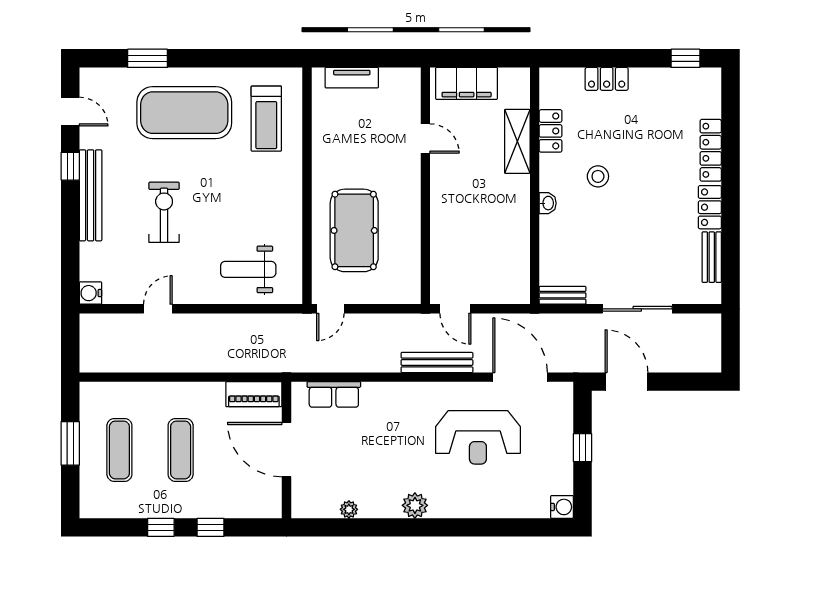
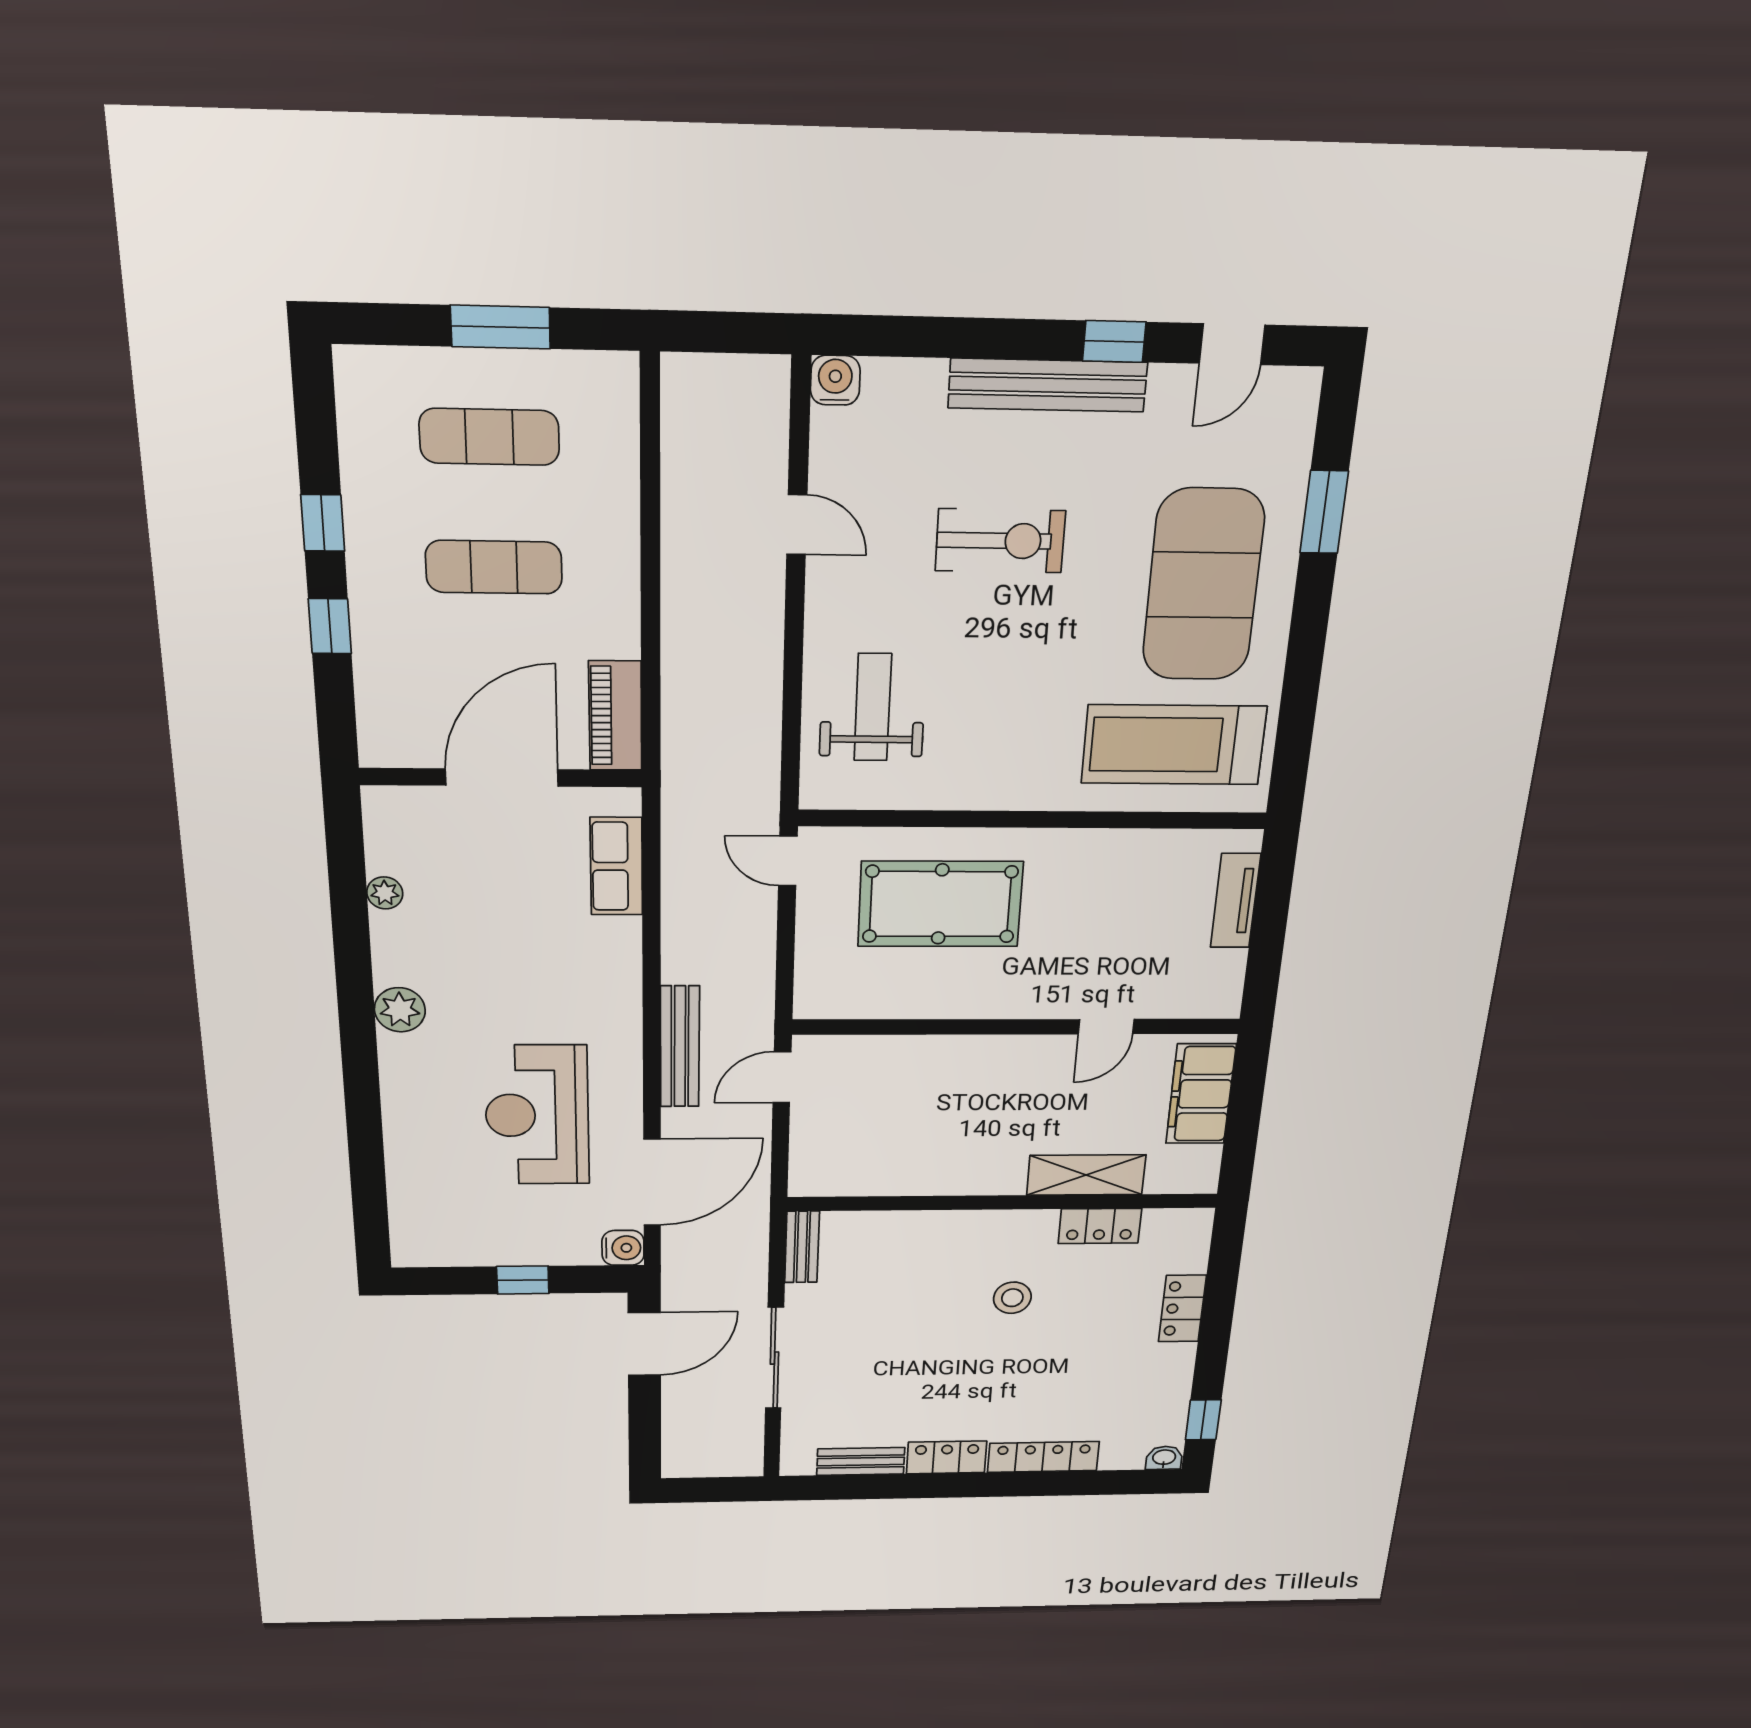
treadmill: (266, 119) -> (1174, 745), width x1.37, depth x1.38
washbasin: (548, 203) -> (1164, 1458), moved, turned 180
water cooler: (562, 507) -> (623, 1248), moved, turned -90

